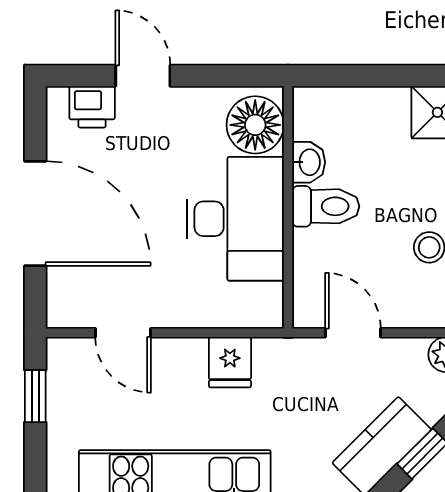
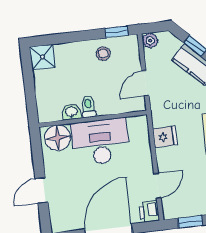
printer: (92, 107) -> (149, 212), moved, turned 180
toilet: (326, 206) -> (88, 106), width x0.73, depth x0.72

